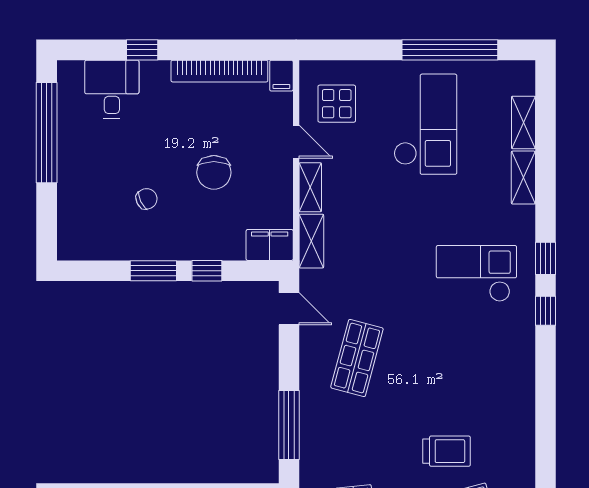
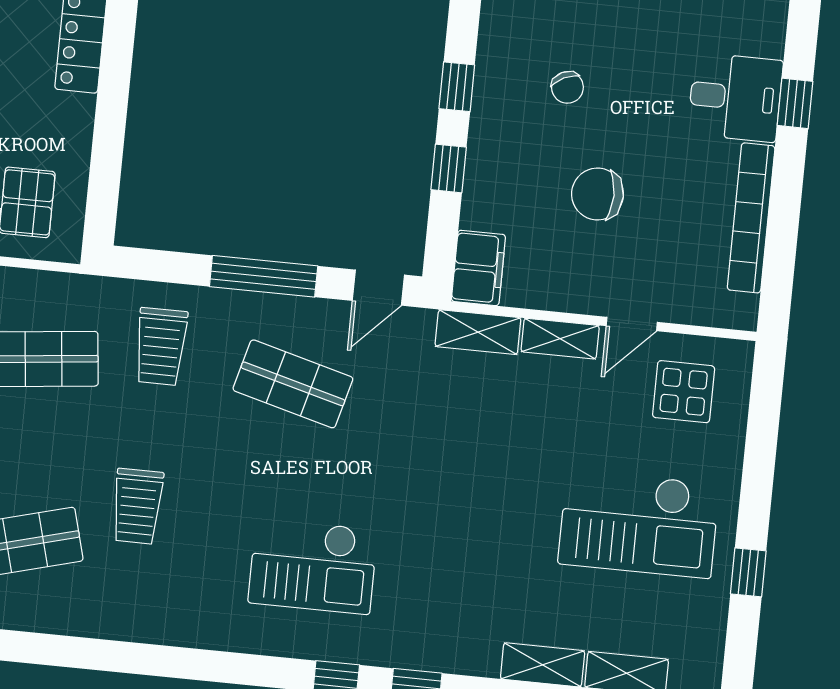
window: (450, 50) -> (748, 572), width x0.32
filing cabinet: (281, 76) -> (735, 312), removed
desk: (112, 89) -> (735, 97), moved
window: (153, 271) -> (457, 87), width x0.67
checkout: (476, 273) -> (313, 566), moved, turned 90
window: (289, 425) -> (264, 276), moved
trolley: (341, 446) -> (161, 346), added

